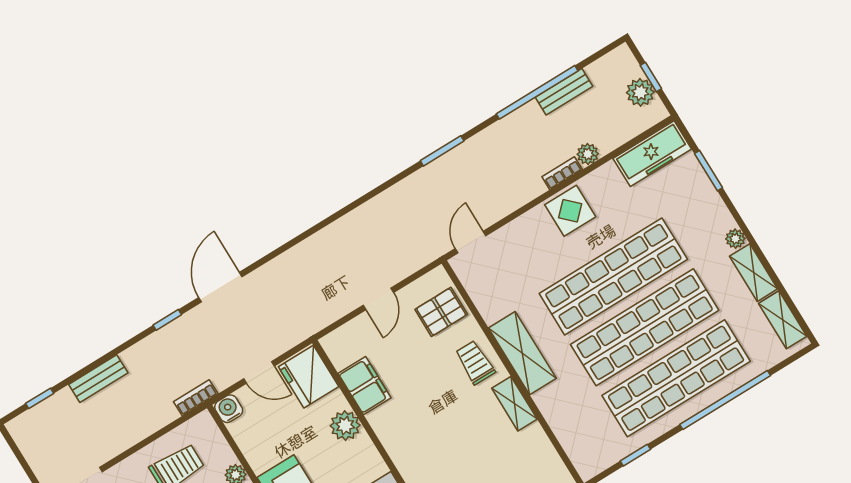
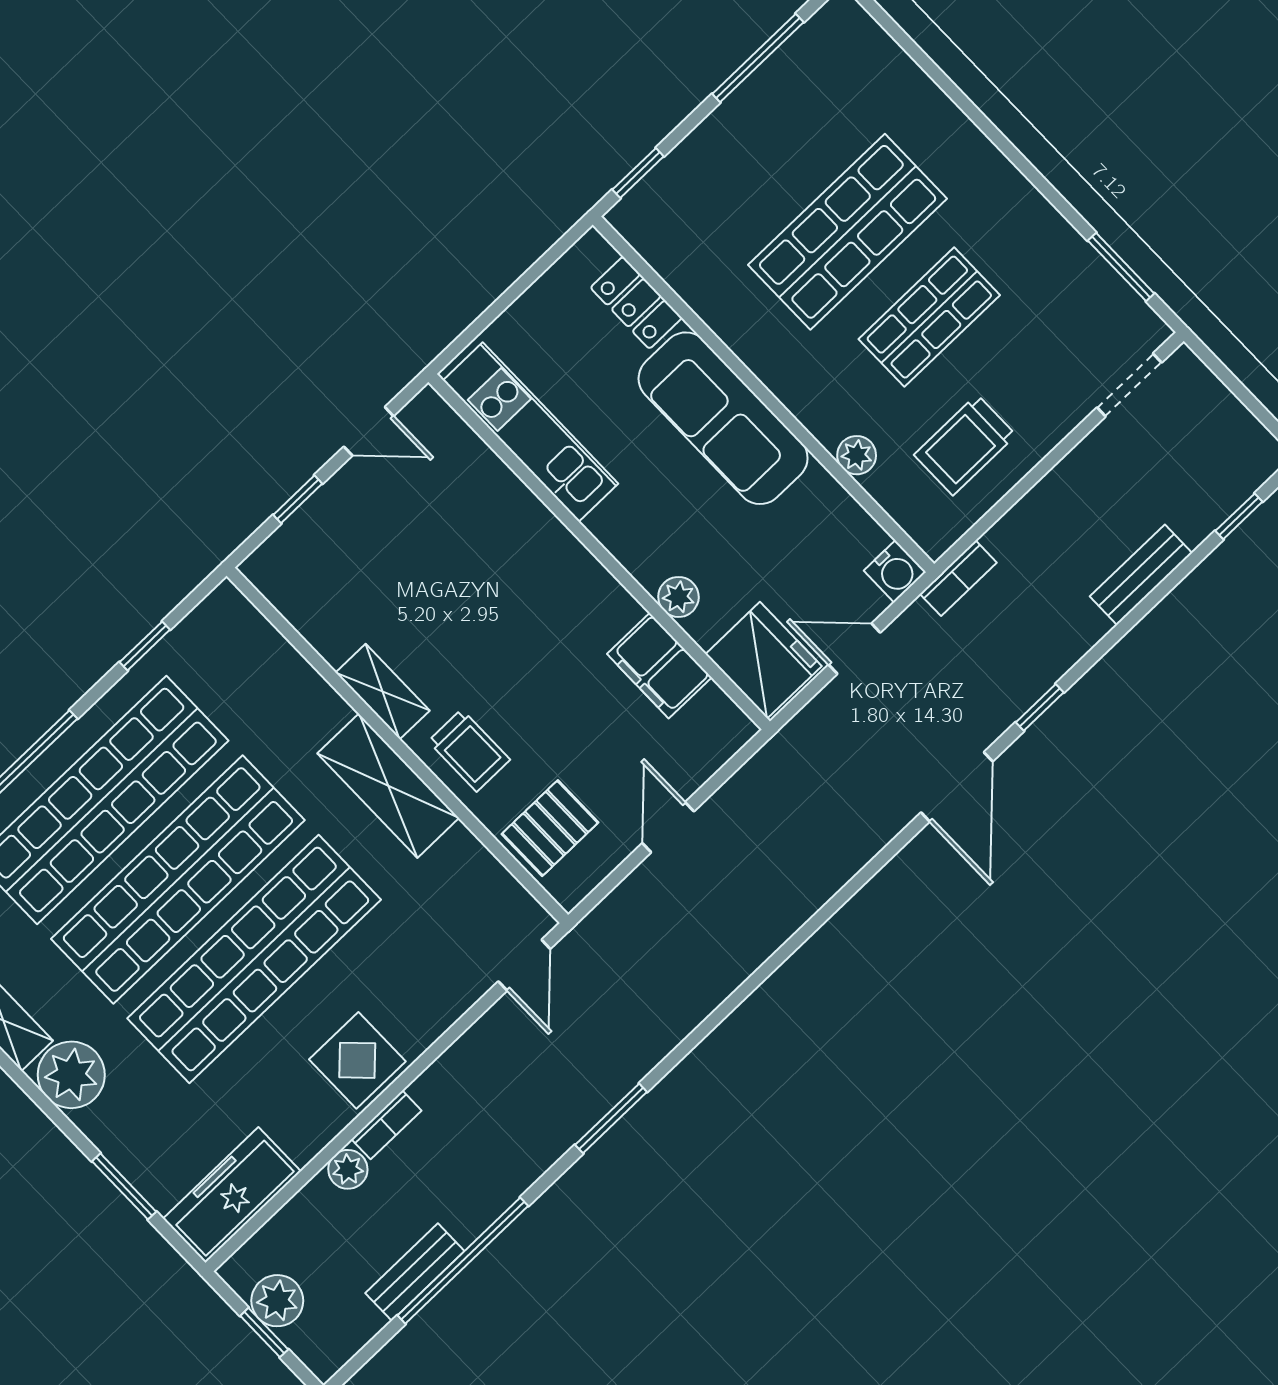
plant: (735, 239) -> (71, 1075), width x1.87, depth x1.87
plant: (345, 426) -> (678, 597), width x0.73, depth x0.73

